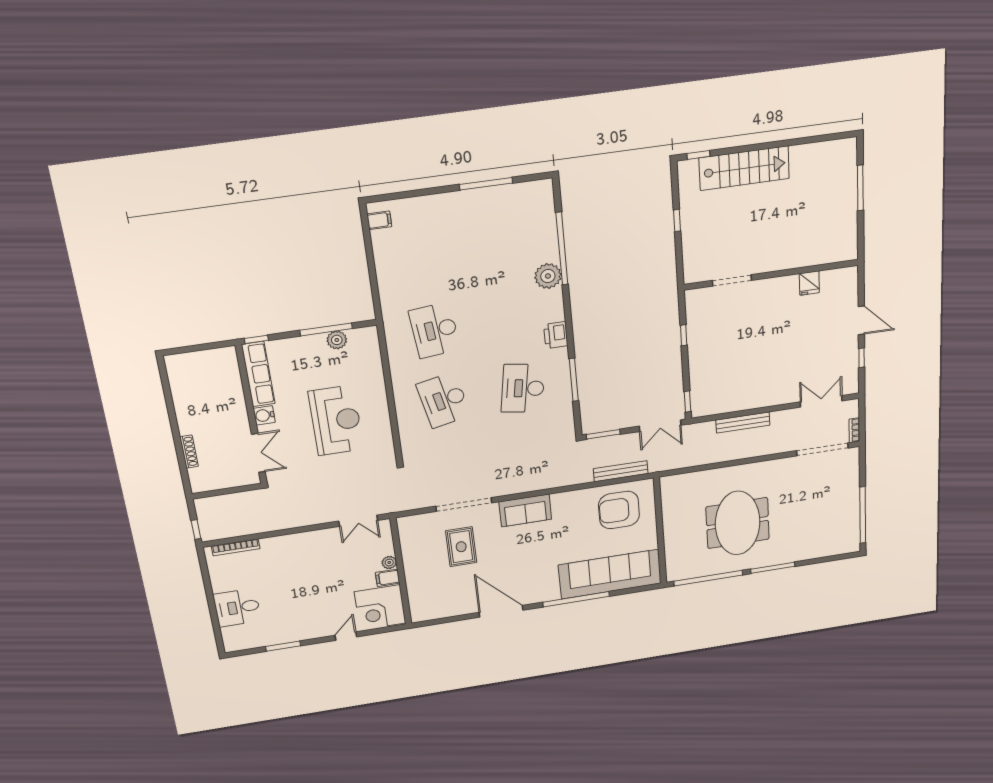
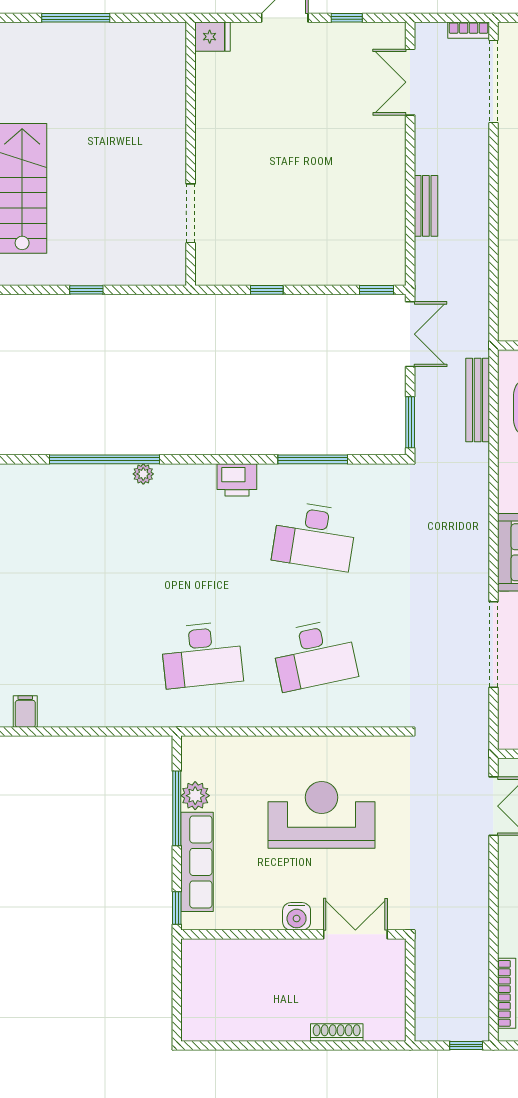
plant: (548, 276) -> (143, 474), width x0.53, depth x0.53
fridge: (809, 283) -> (212, 37), moved
row of seats: (258, 374) -> (197, 862), moved, turned 90
bench: (743, 423) -> (426, 206), width x0.73

